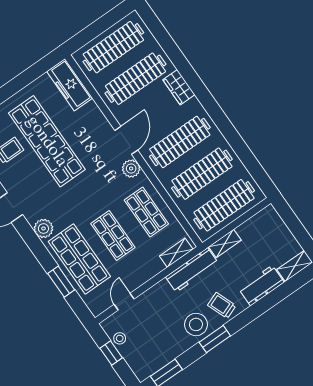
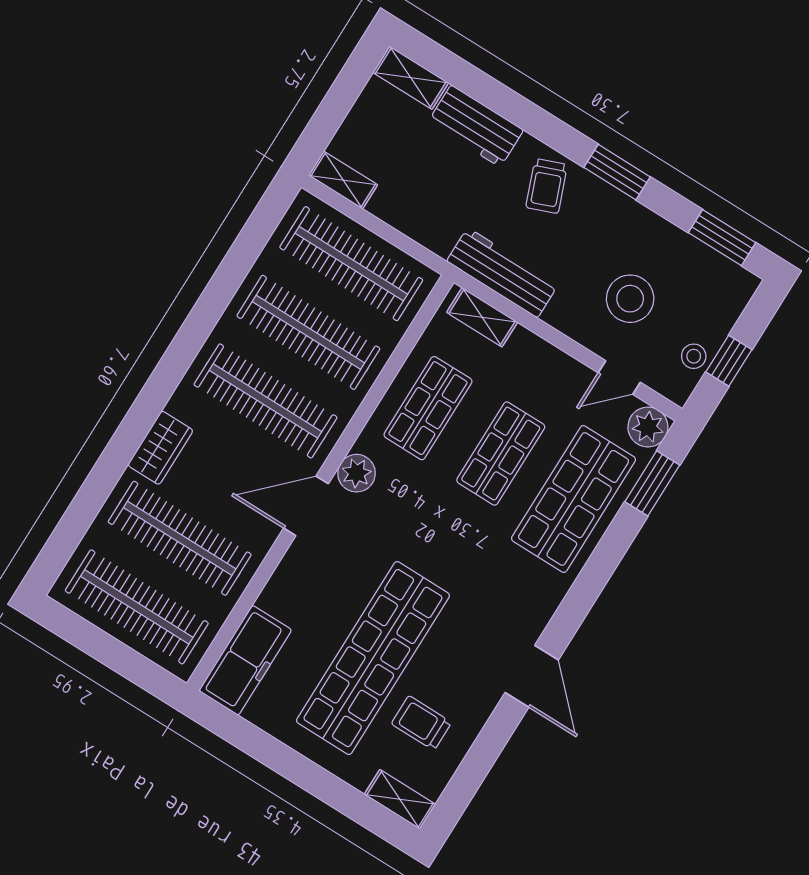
plant: (43, 228) -> (648, 427), moved
shelving: (225, 243) -> (343, 180), moved
window: (61, 282) -> (652, 483), moved
stool: (196, 324) -> (630, 299), moved

